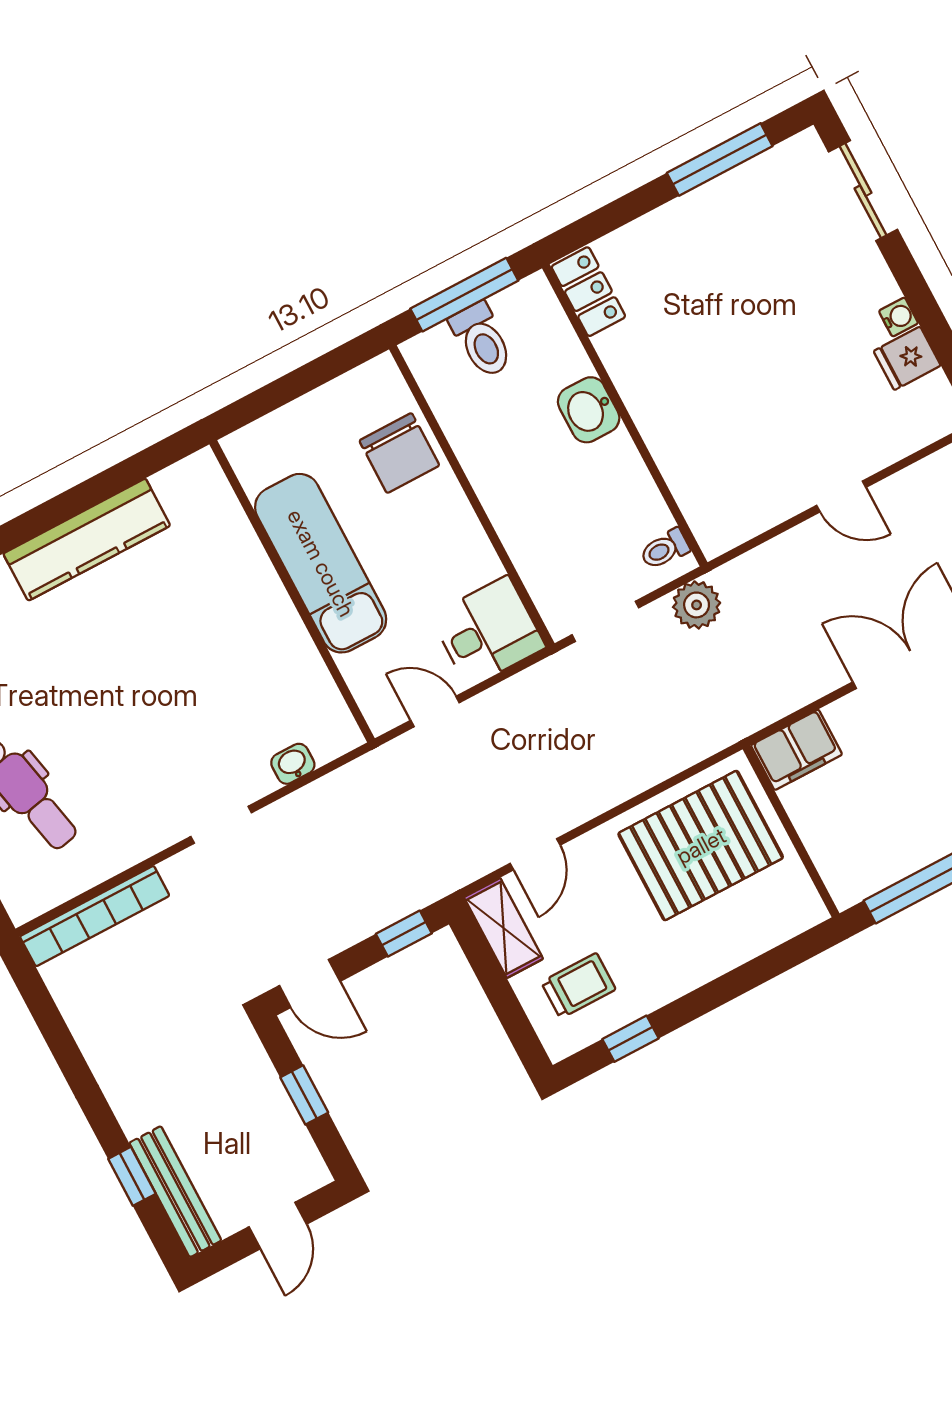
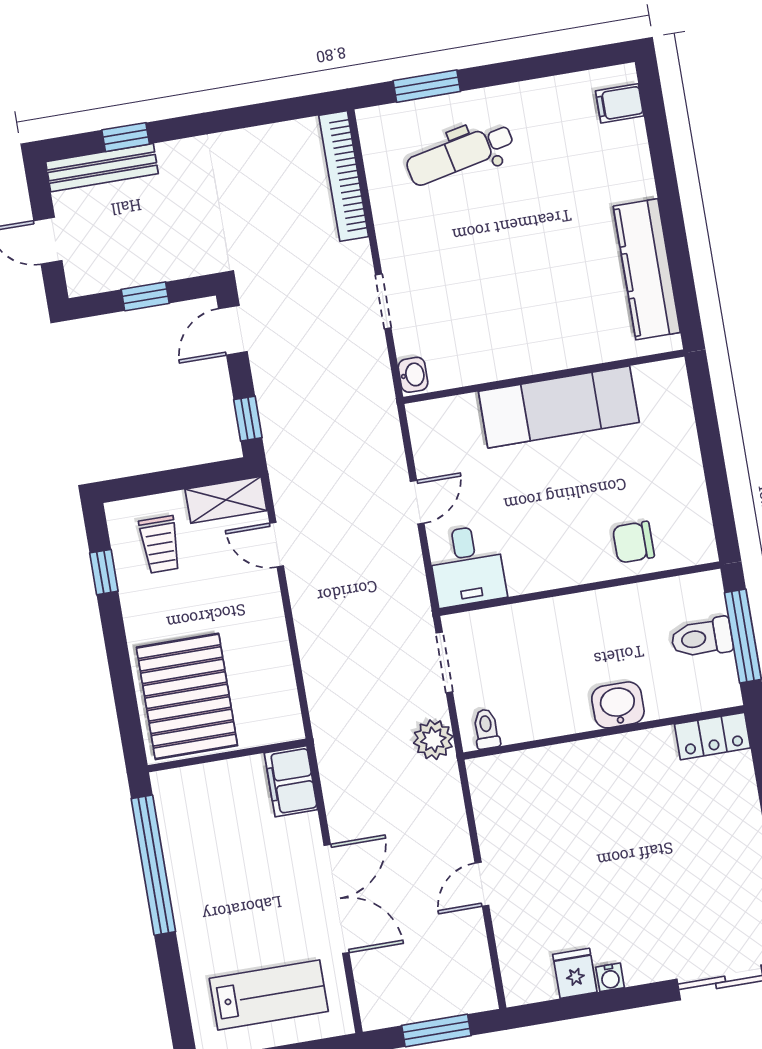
chair: (399, 453) -> (633, 542), width x0.73, depth x0.73
exam couch: (321, 563) -> (559, 407), moved
wall: (292, 591) -> (544, 377), moved
pallet: (701, 846) -> (187, 696), moved

